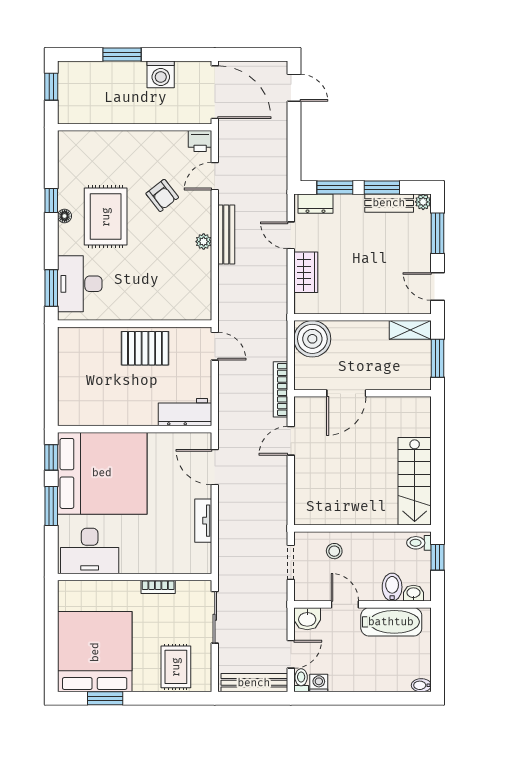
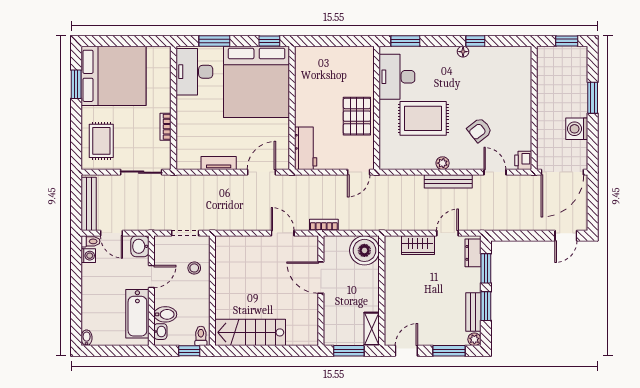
rug: (106, 217) -> (423, 118), moved
desk: (80, 284) -> (397, 77), moved, turned -90
bookcase: (281, 389) -> (324, 225), width x0.64
window: (51, 506) -> (214, 41), moved
rug: (176, 667) -> (101, 141), turned 90

